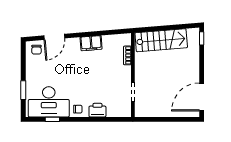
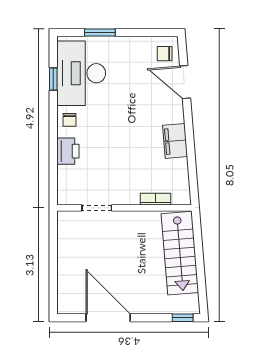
door: (202, 97) -> (108, 318), moved

